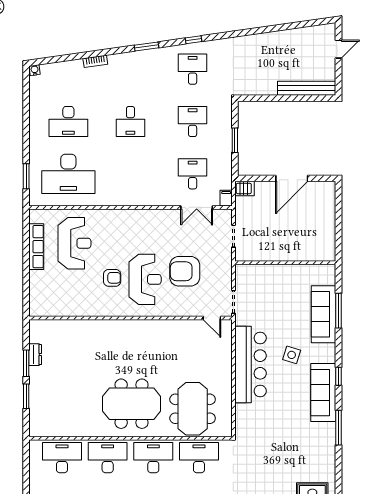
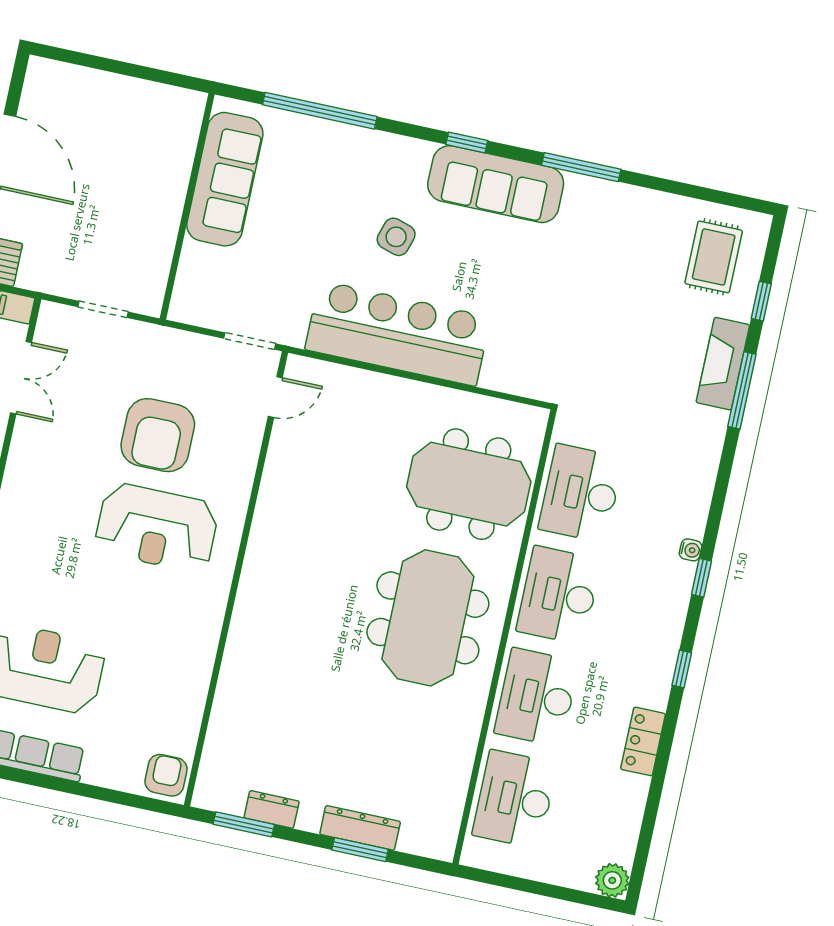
armchair: (112, 278) -> (166, 775), moved
reception desk: (145, 279) -> (157, 527), turned 180
window: (338, 311) -> (320, 111), width x1.46
sofa: (324, 314) -> (225, 179), moved, turned -90
window: (26, 363) -> (244, 824), moved
dresser: (35, 394) -> (360, 828), added

